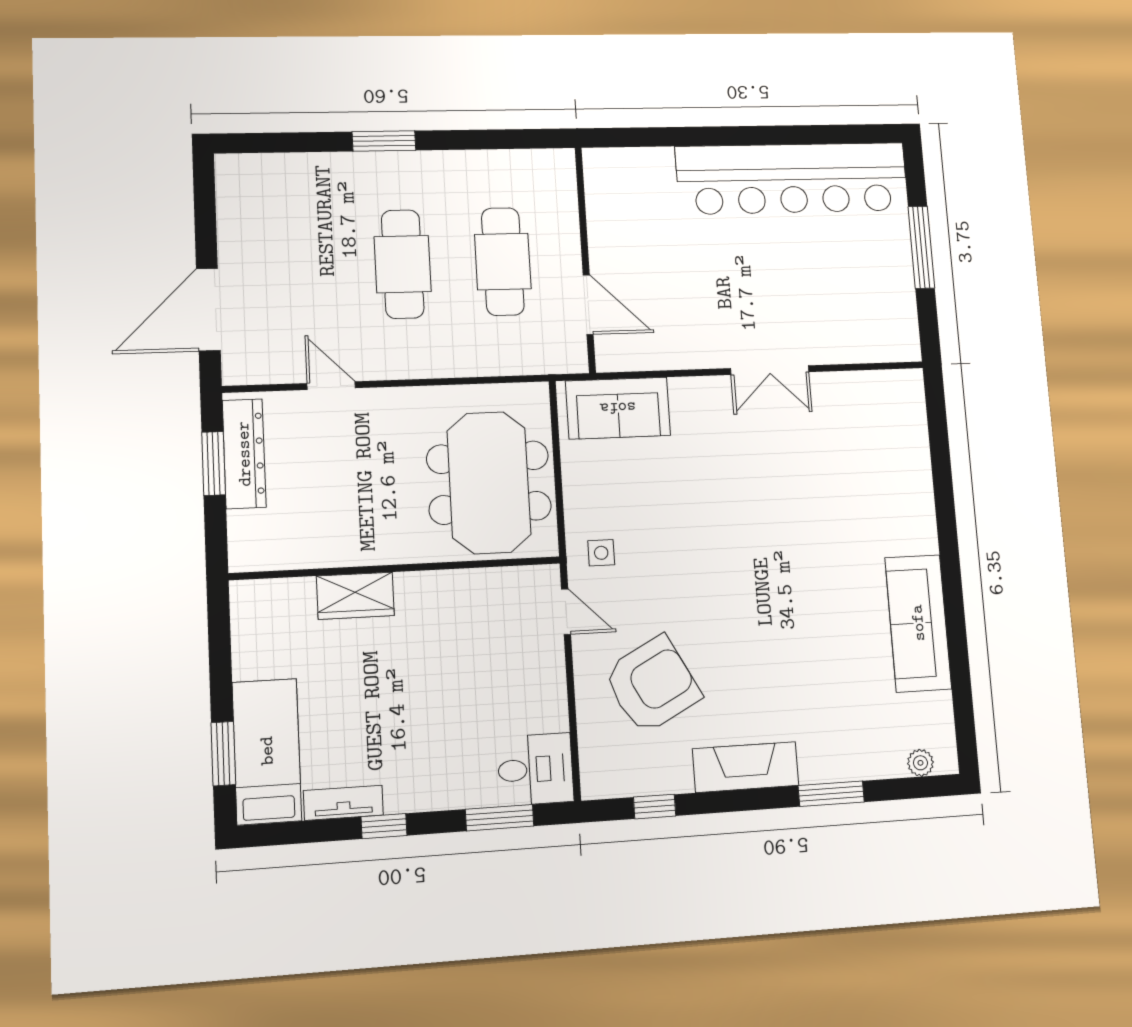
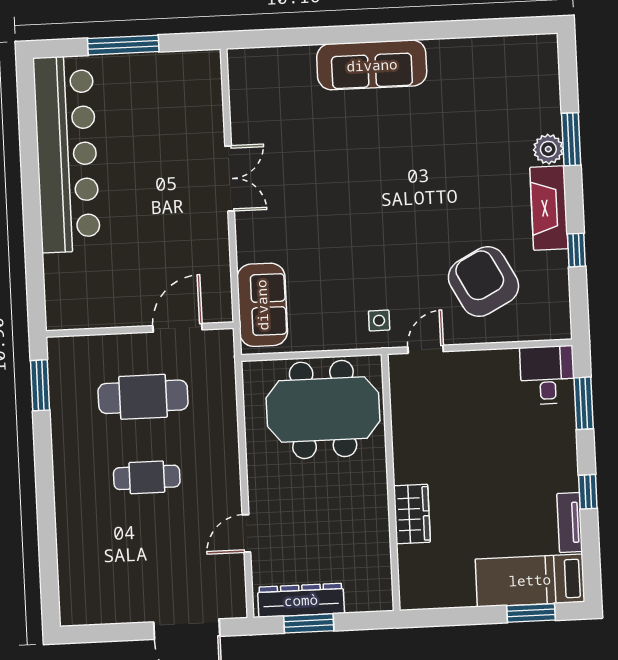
window: (384, 141) -> (40, 385), moved
cafe table: (403, 264) -> (147, 477), width x0.73, depth x0.74
sofa: (918, 623) -> (372, 65), moved
plant: (920, 763) -> (548, 149), moved, width x1.38, depth x1.38
window: (655, 807) -> (576, 250), moved

